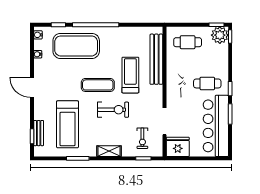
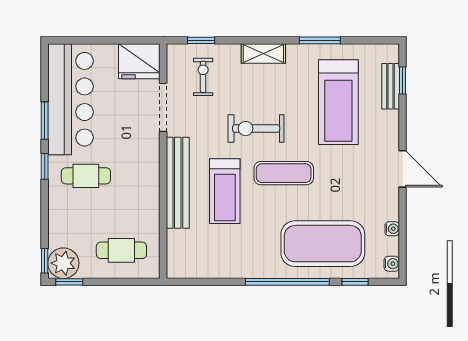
bench: (156, 59) -> (178, 183), moved
treadmill: (67, 124) -> (338, 102), turned 180

